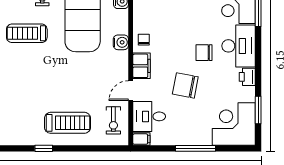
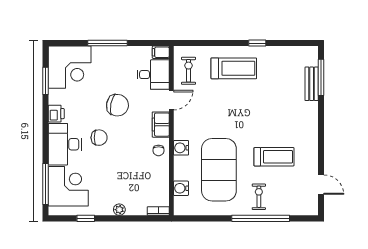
treadmill: (68, 123) -> (234, 68), turned 180

